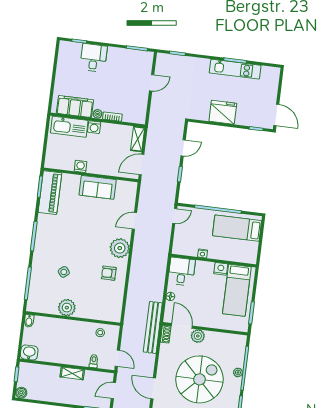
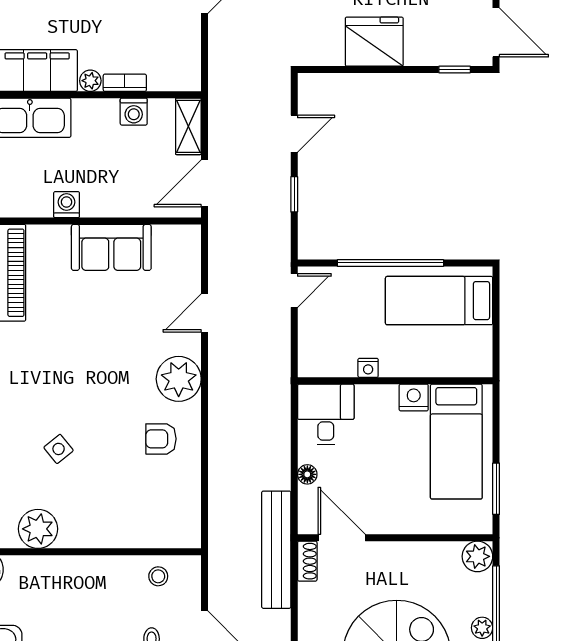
washing machine: (94, 127) -> (134, 112), moved
plant: (67, 308) -> (38, 529), moved
plant: (198, 336) -> (477, 556), moved

